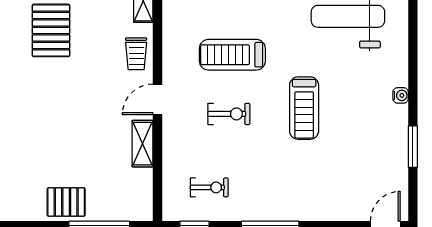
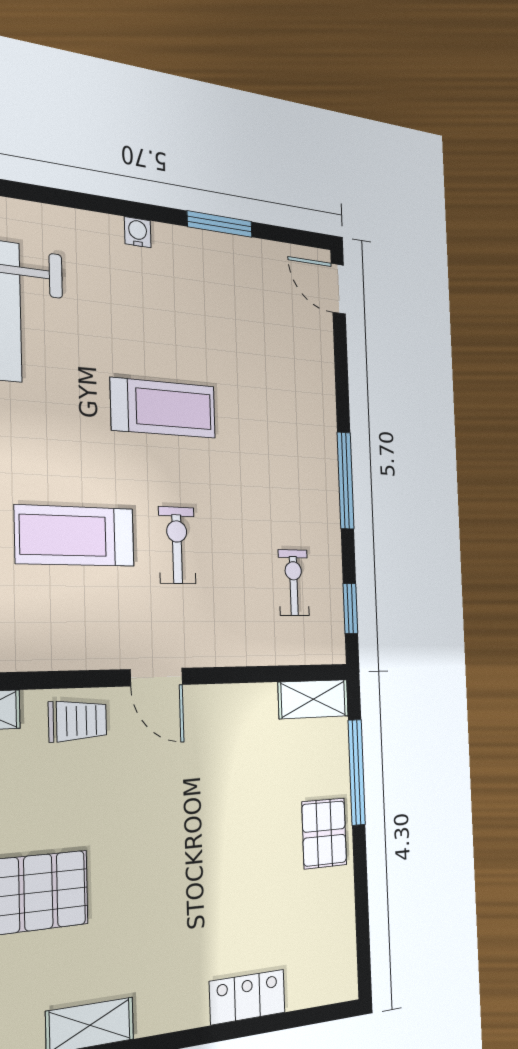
treadmill: (232, 55) -> (75, 536), turned 90
shelving: (143, 144) -> (313, 699), moved

